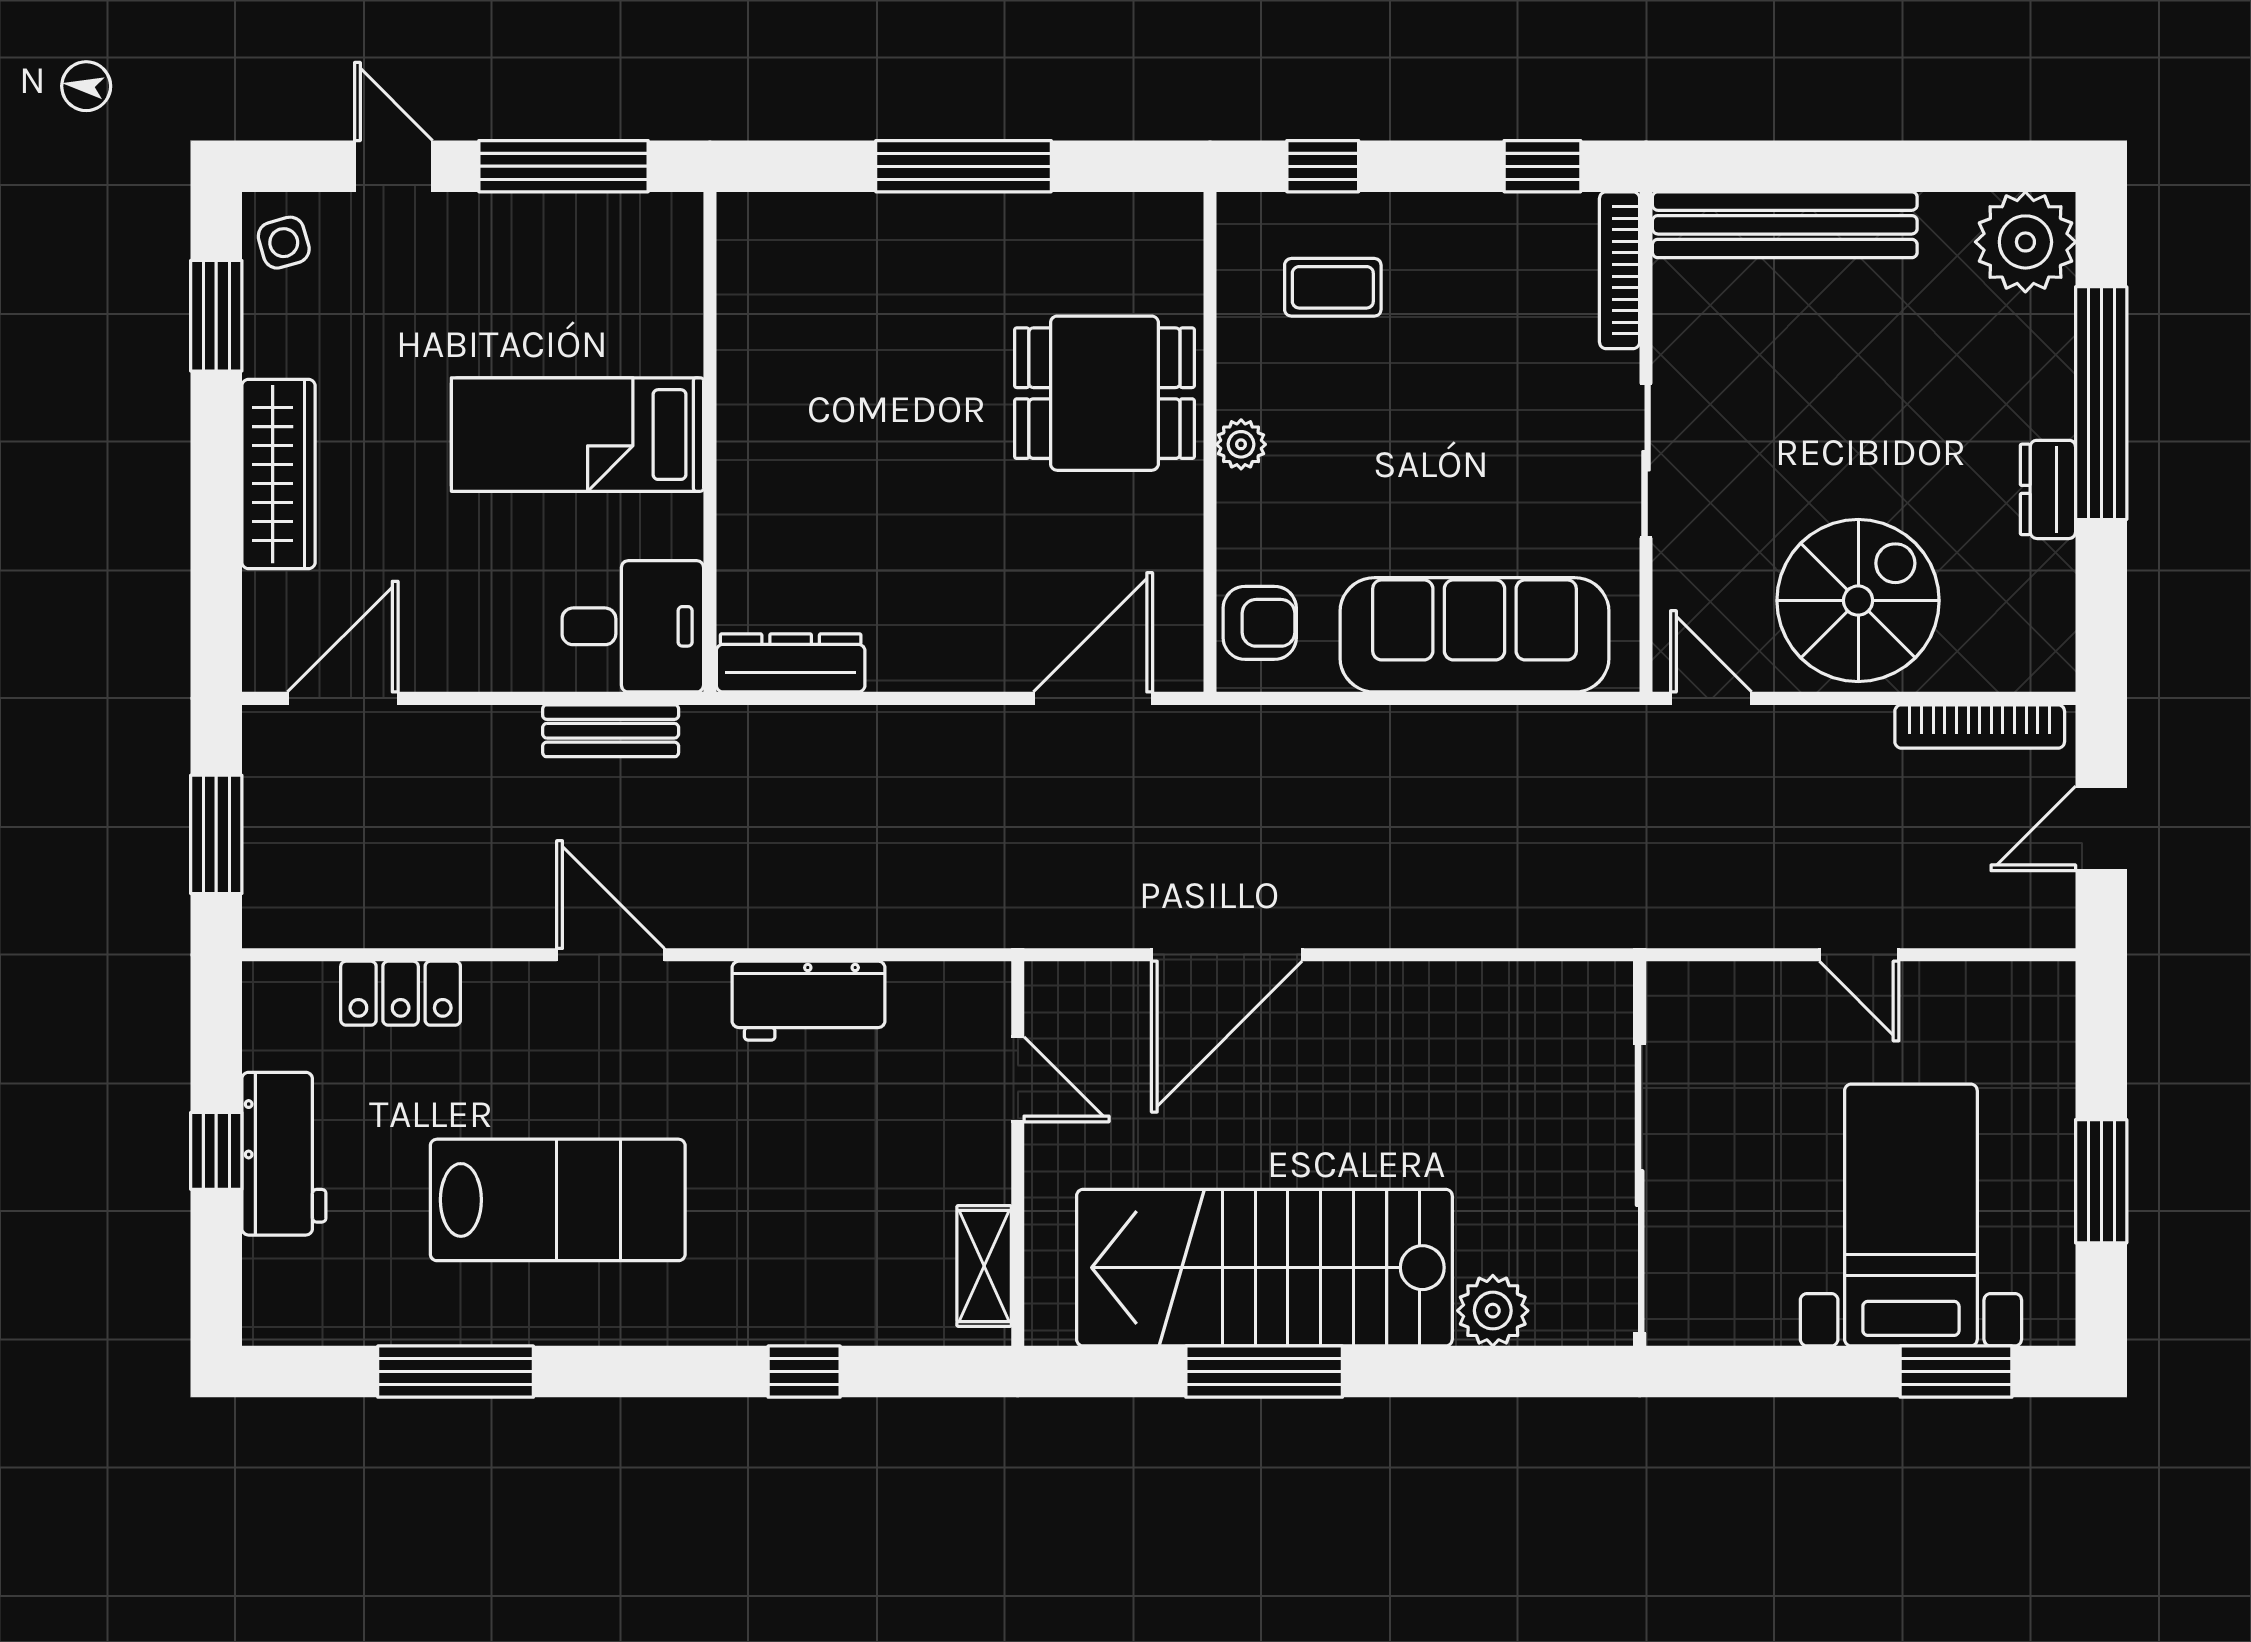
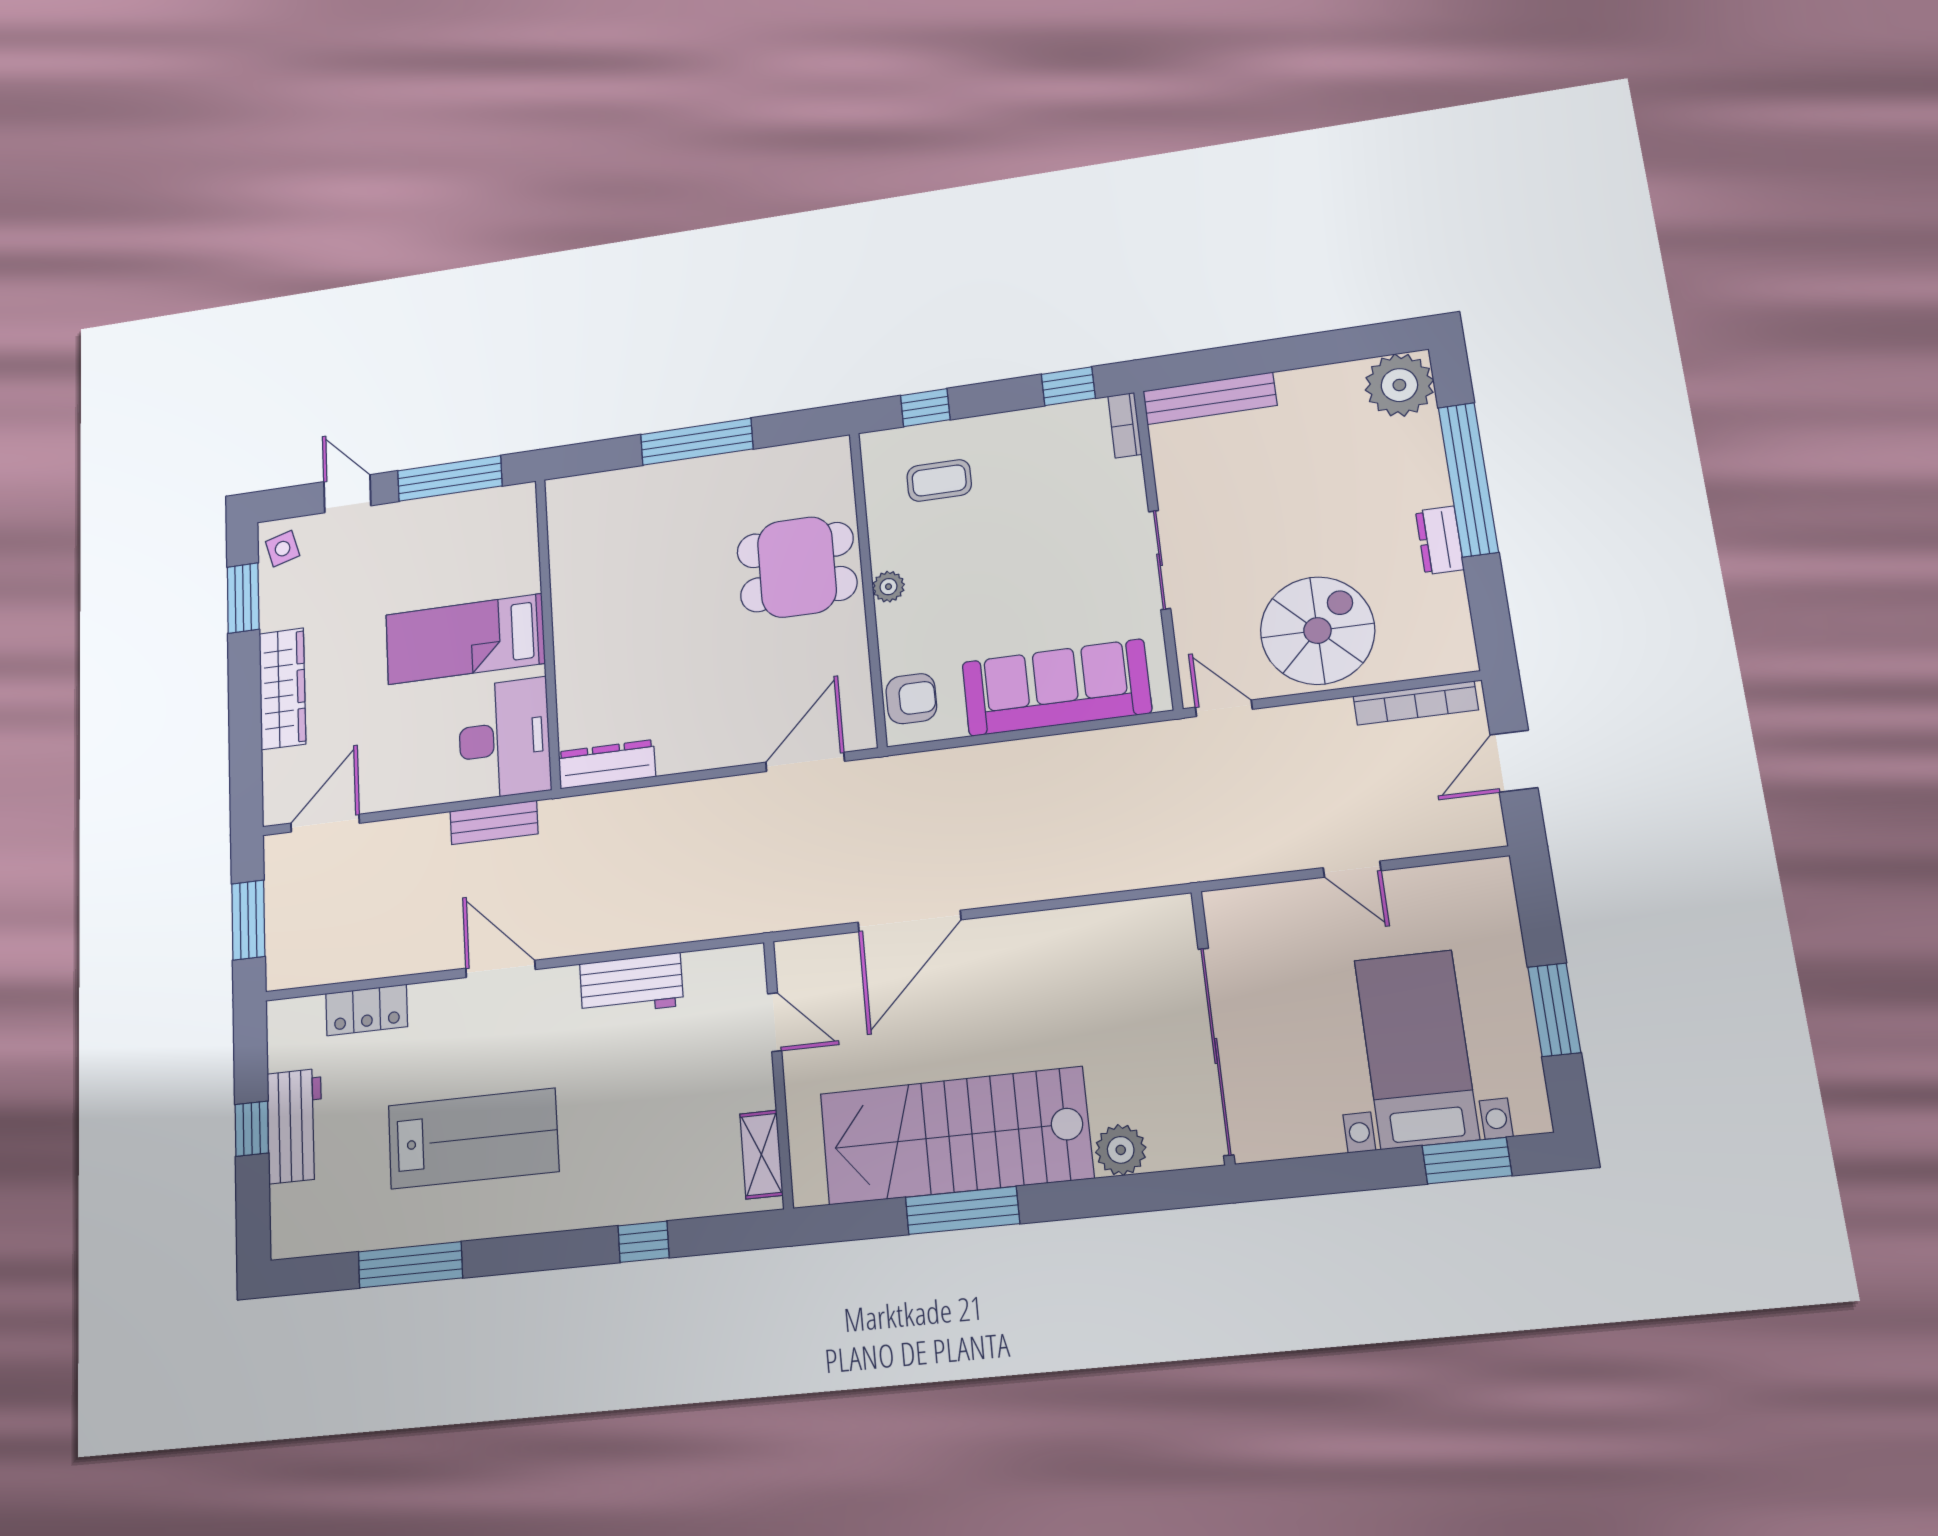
bench: (1785, 225) -> (1210, 398), width x0.73, depth x0.82
bookcase: (1620, 270) -> (1125, 425), width x0.64
desk: (633, 626) -> (504, 739), width x1.37

